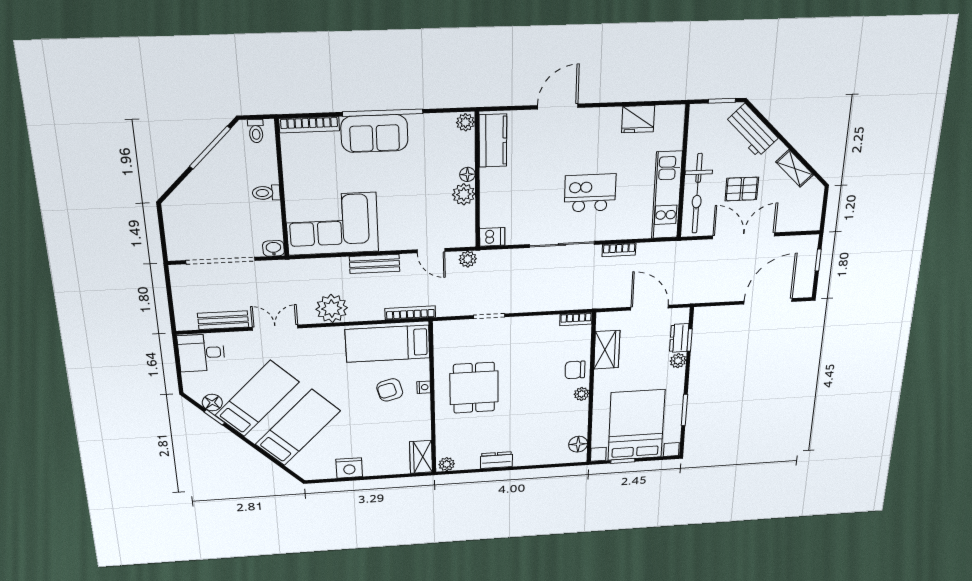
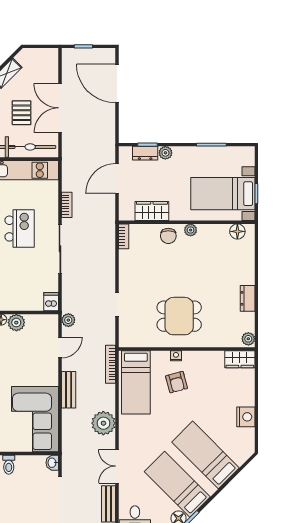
kitchen island: (590, 193) -> (20, 229), turned 180
bed with nightstands: (636, 425) -> (223, 194), width x0.73

